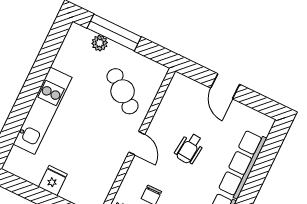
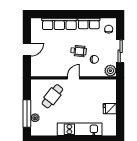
wheelchair: (189, 148) -> (79, 51), moved

